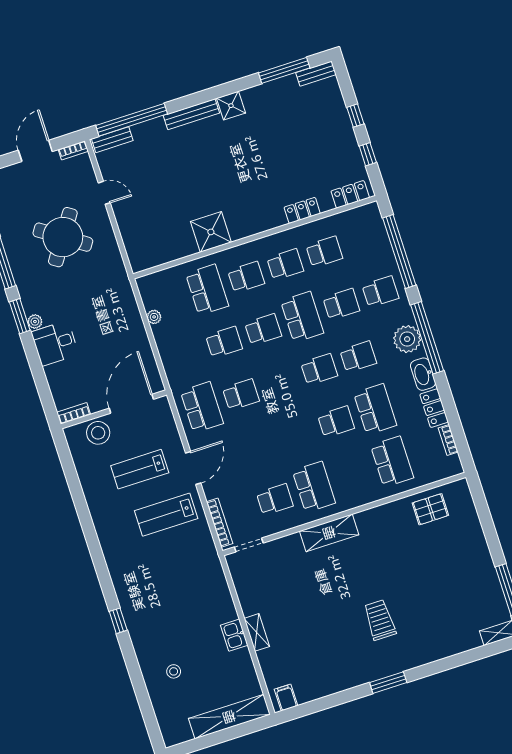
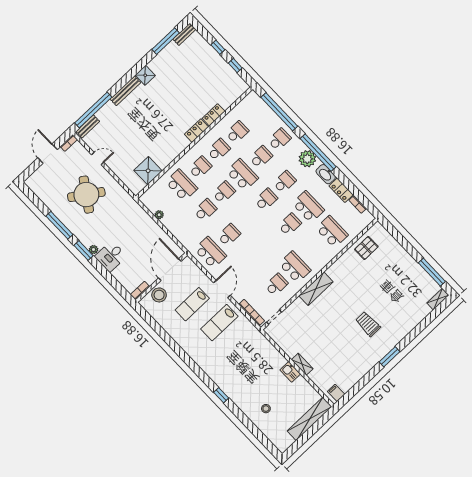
locker: (350, 194) -> (197, 131), moved
shower: (211, 232) -> (148, 171), moved

